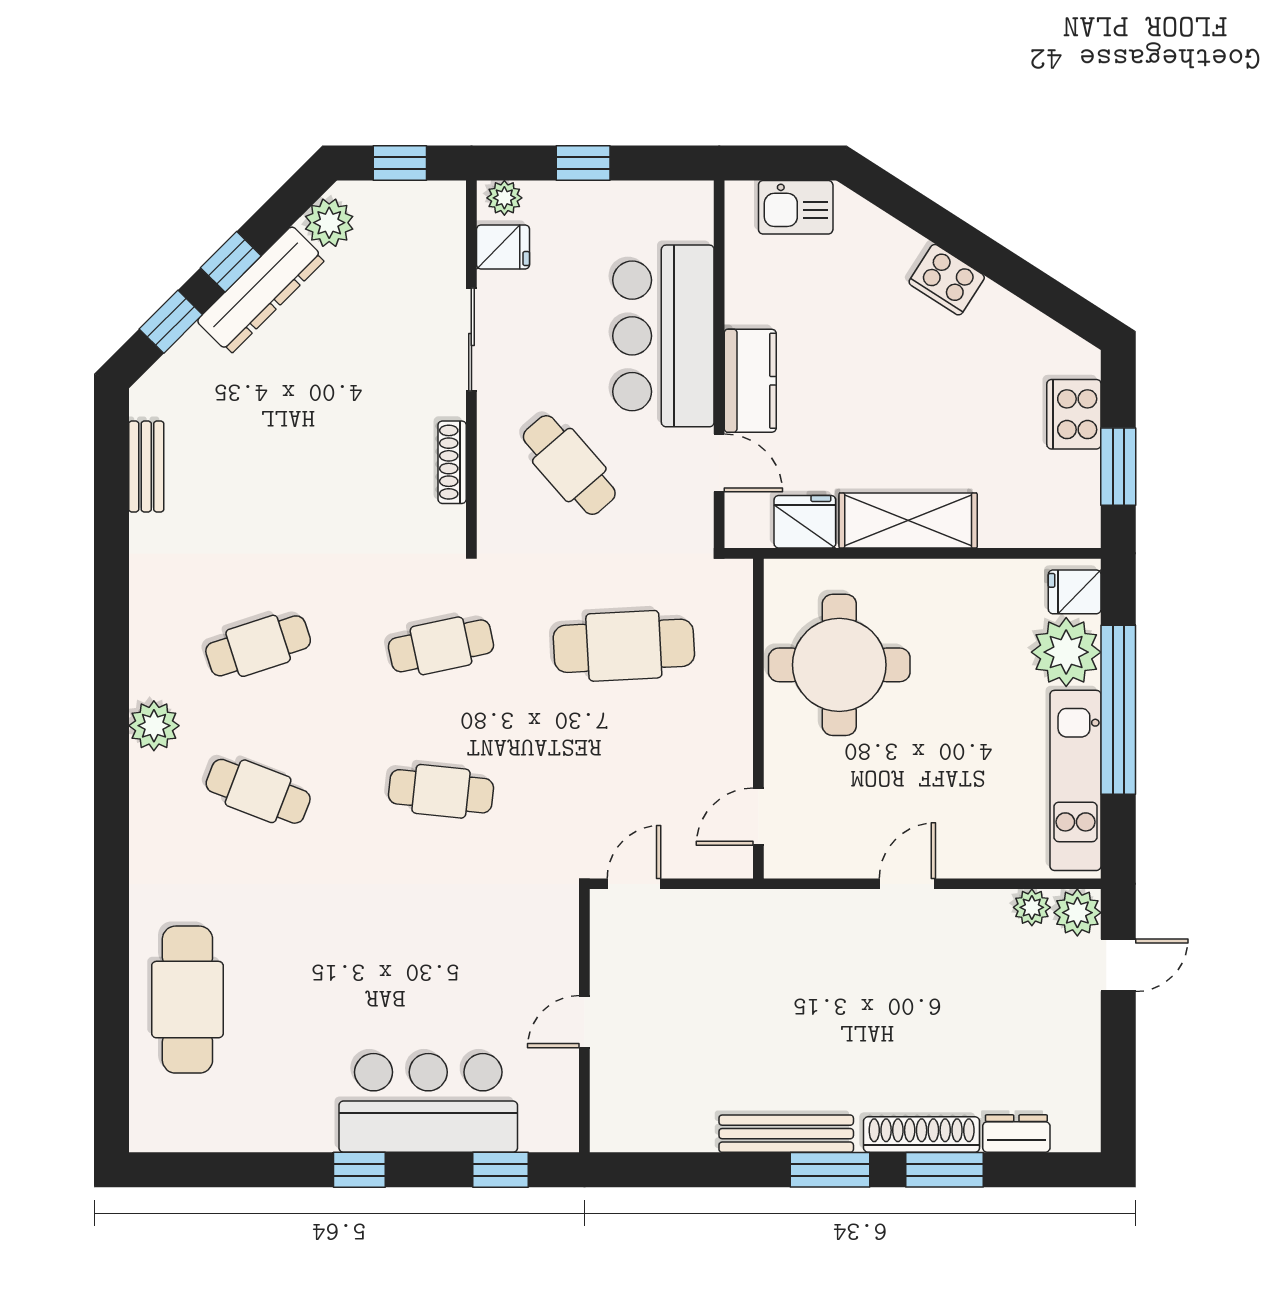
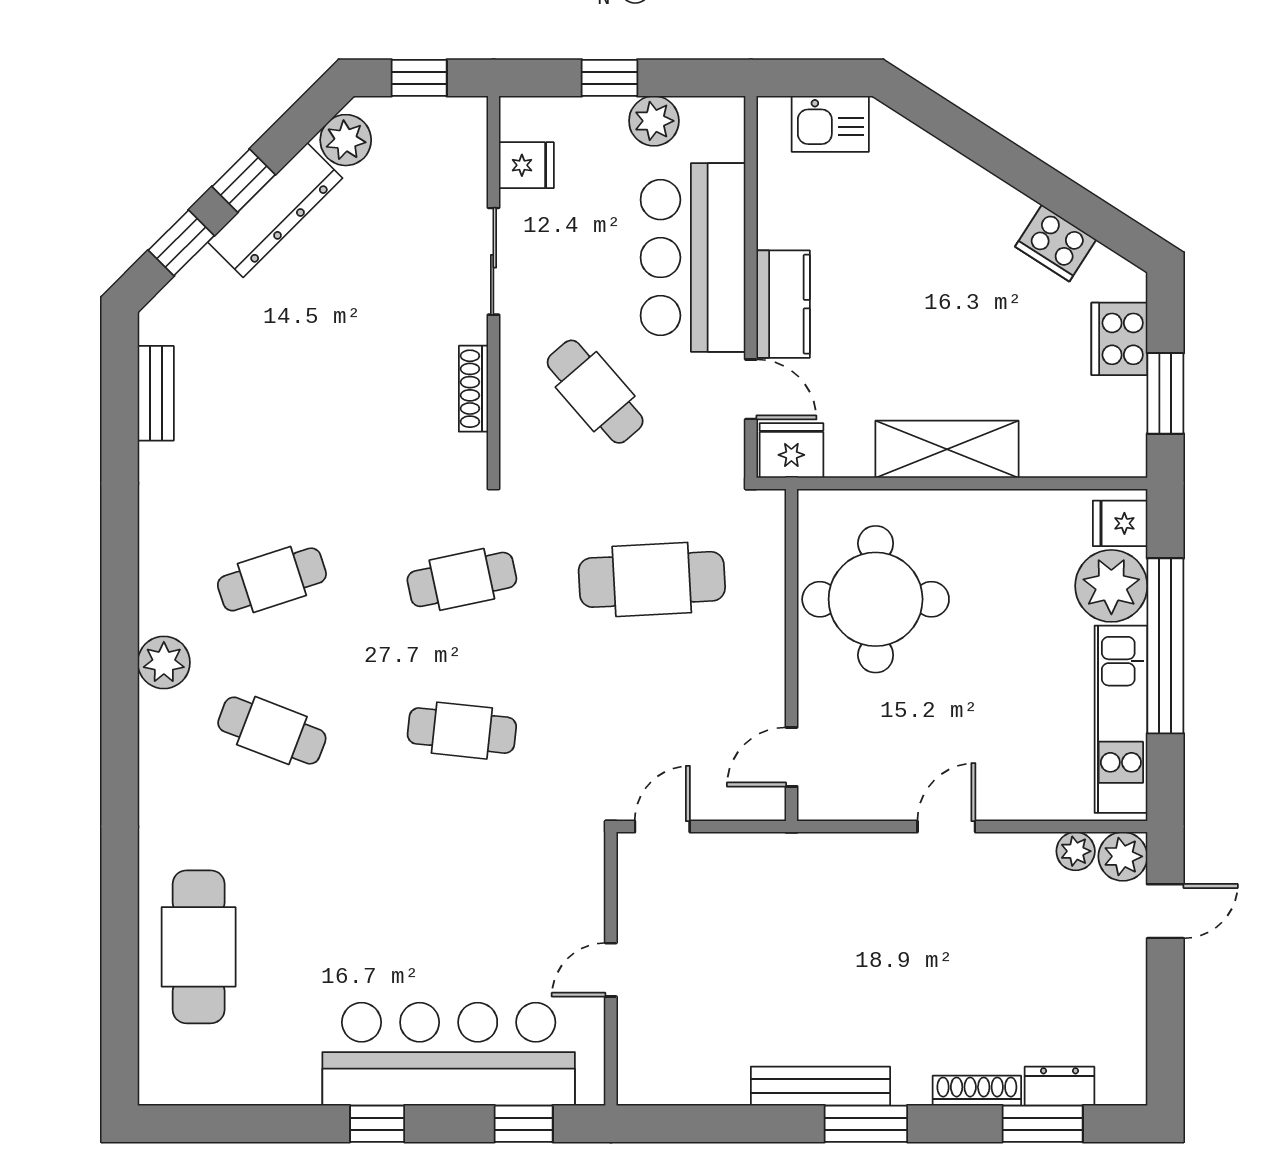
plant: (504, 198) -> (654, 121), moved, width x1.38, depth x1.38
cooker: (947, 280) -> (1056, 243), moved
fridge: (805, 522) -> (791, 451), moved
bar counter: (428, 1103) -> (449, 1054), width x1.36
shoe rack: (922, 1135) -> (977, 1091), width x0.74, depth x0.81
window: (944, 1170) -> (1043, 1124), moved

